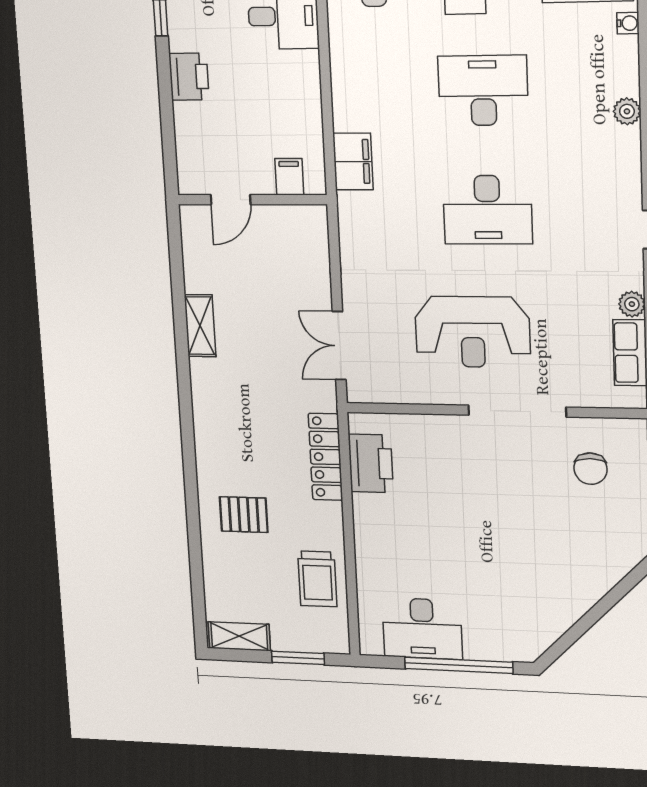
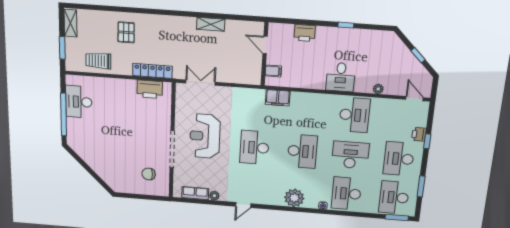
printer: (189, 77) -> (305, 33), moved
plant: (627, 111) -> (294, 198), width x1.88, depth x1.88

